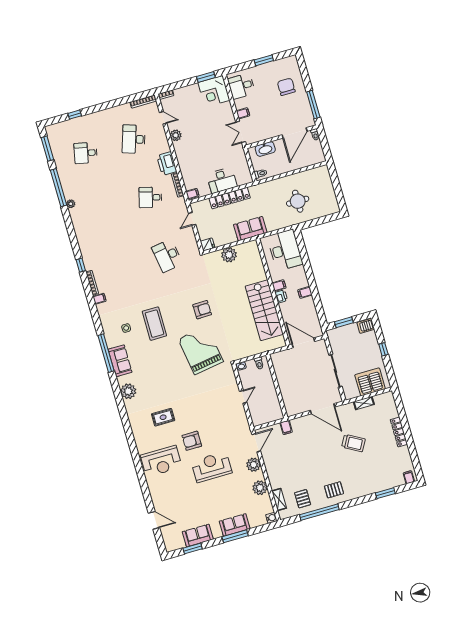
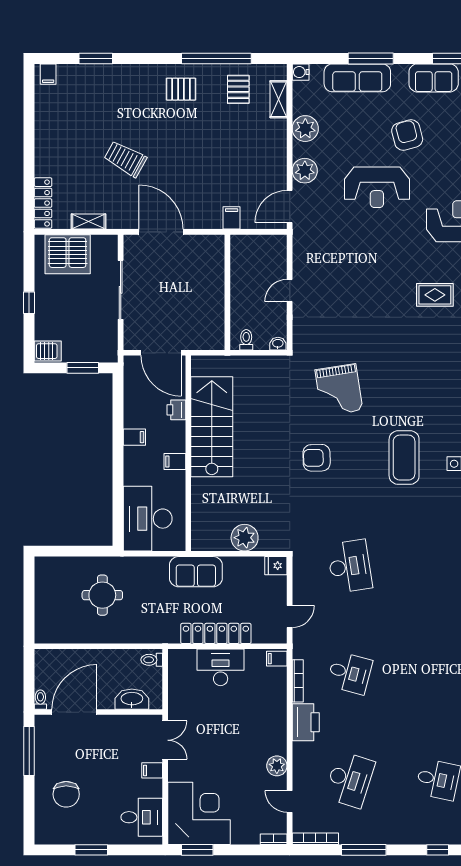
corner desk: (214, 91) -> (199, 813), width x1.36, depth x1.36
window: (115, 103) -> (364, 850), added
printer: (281, 296) -> (176, 410), moved
grand piano: (201, 350) -> (339, 390), width x0.73, depth x0.68
locker: (399, 432) -> (43, 203), moved
armchair: (192, 441) -> (407, 135), moved, turned -105
sofa: (235, 525) -> (357, 78), width x1.36

